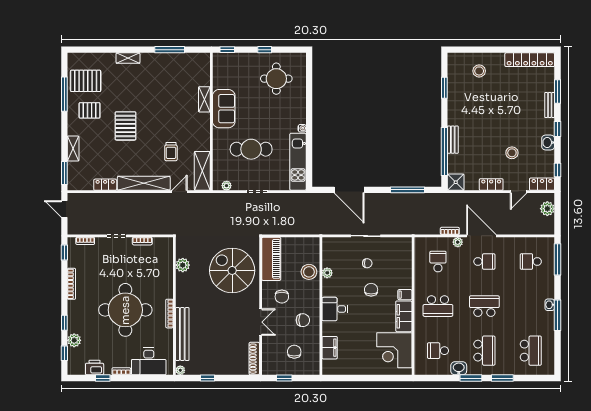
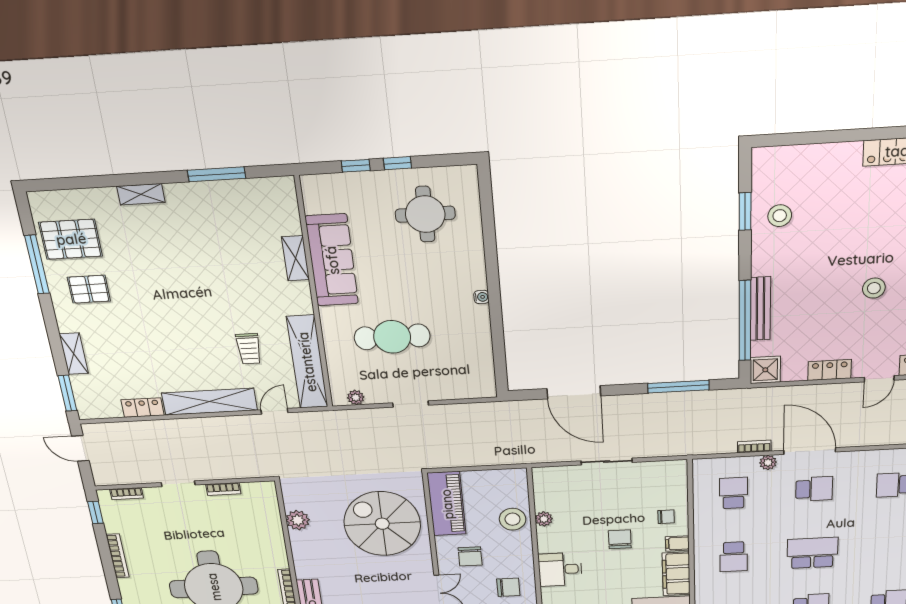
window: (227, 50) -> (356, 166), moved
stool: (479, 71) -> (780, 216), moved
sofa: (224, 109) -> (332, 260), width x1.36
pallet: (125, 126) -> (159, 311), removed
bench: (453, 140) -> (760, 309), width x1.36
stool: (512, 153) -> (874, 288), moved
kitchen unit: (298, 162) -> (479, 353), removed
shelving: (202, 171) -> (307, 362), width x1.47
chair: (367, 263) -> (666, 517), moved
school desk: (438, 306) -> (734, 557), width x0.54

